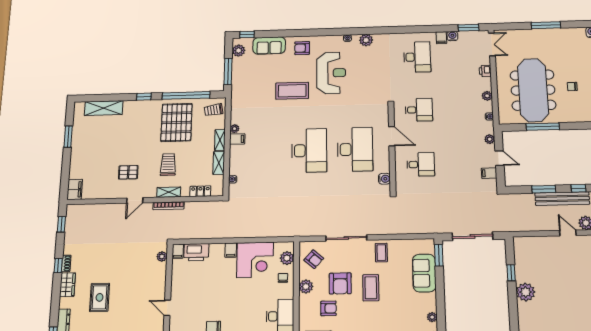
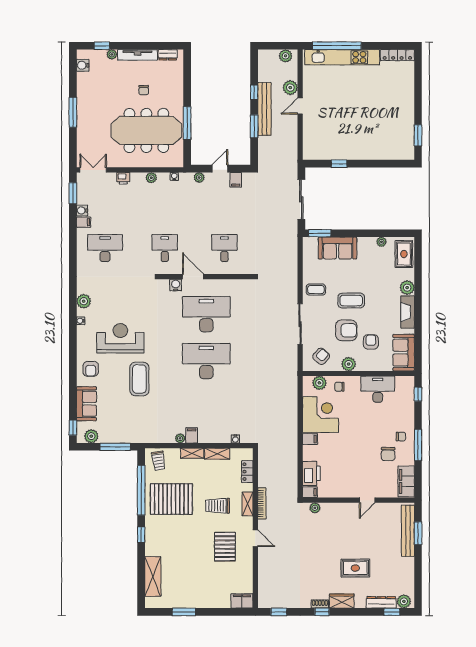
door: (392, 136) -> (193, 277), hinge flipped
pallet: (128, 172) -> (225, 547), width x1.50, depth x1.42
water cooler: (384, 179) -> (176, 285), moved
plant: (526, 292) -> (359, 151), removed

